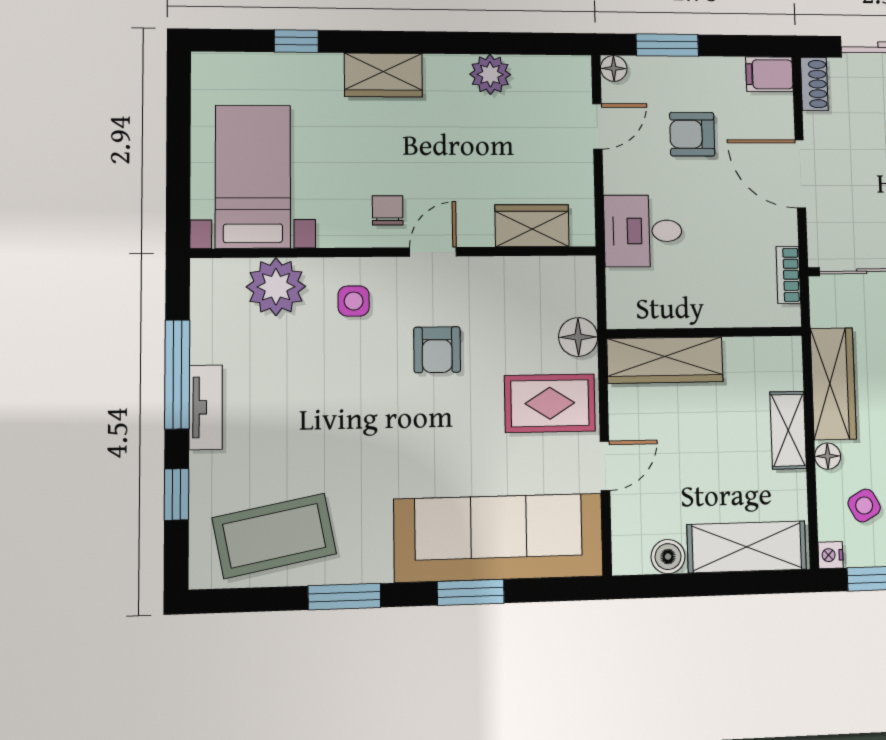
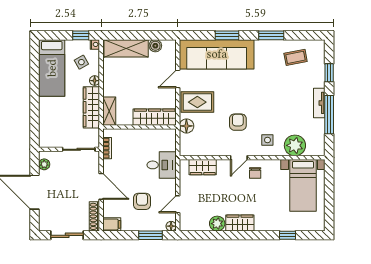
wardrobe: (383, 75) -> (240, 223), moved
shoe rack: (814, 84) -> (94, 216), width x1.43
armchair: (692, 134) -> (142, 201), turned -90
shelving: (788, 430) -> (109, 111), moved
coffee table: (274, 536) -> (296, 57), width x0.54, depth x0.58

